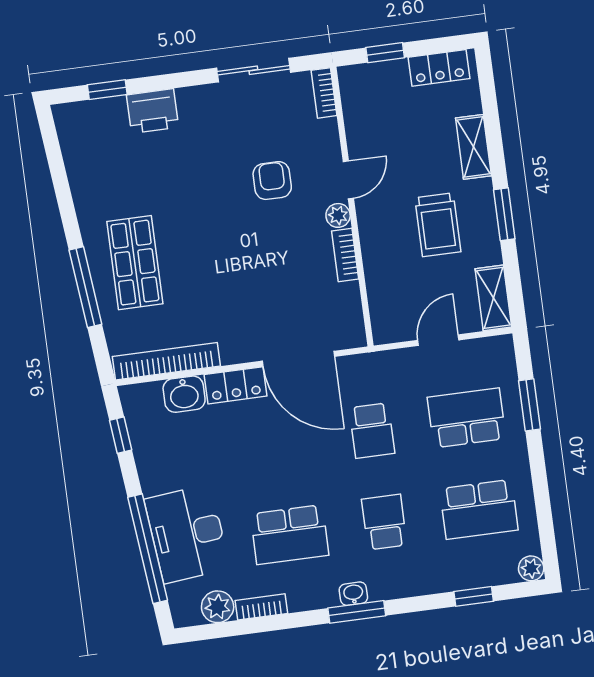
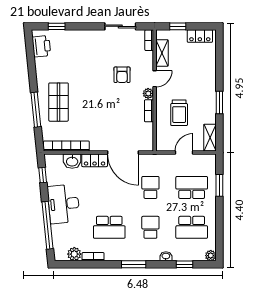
printer: (152, 111) -> (41, 46), moved, turned -96
shelving: (473, 147) -> (162, 53), moved
armchair: (272, 181) -> (122, 75), turned 180
trolley: (438, 225) -> (179, 113), moved
school desk: (372, 431) -> (150, 187), turned 180
desk: (187, 534) -> (64, 204), moved
washbasin: (353, 594) -> (166, 256), moved

